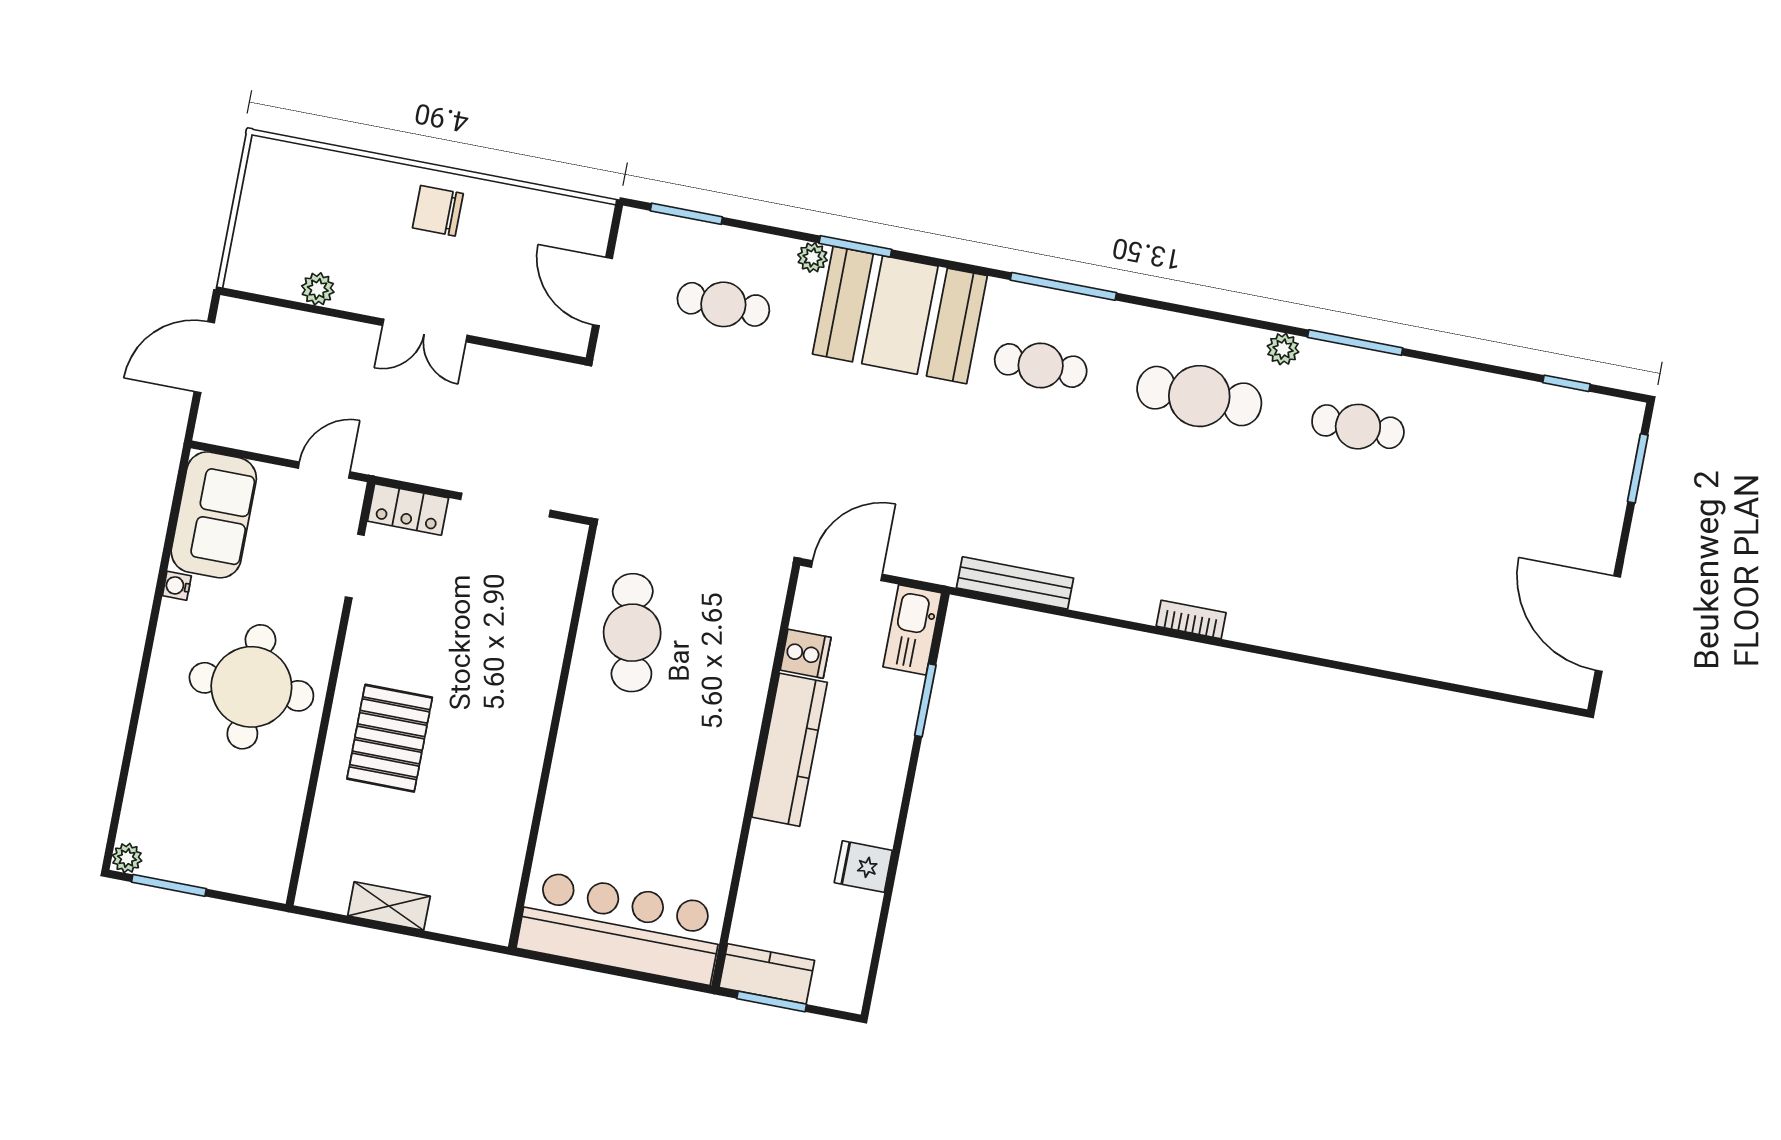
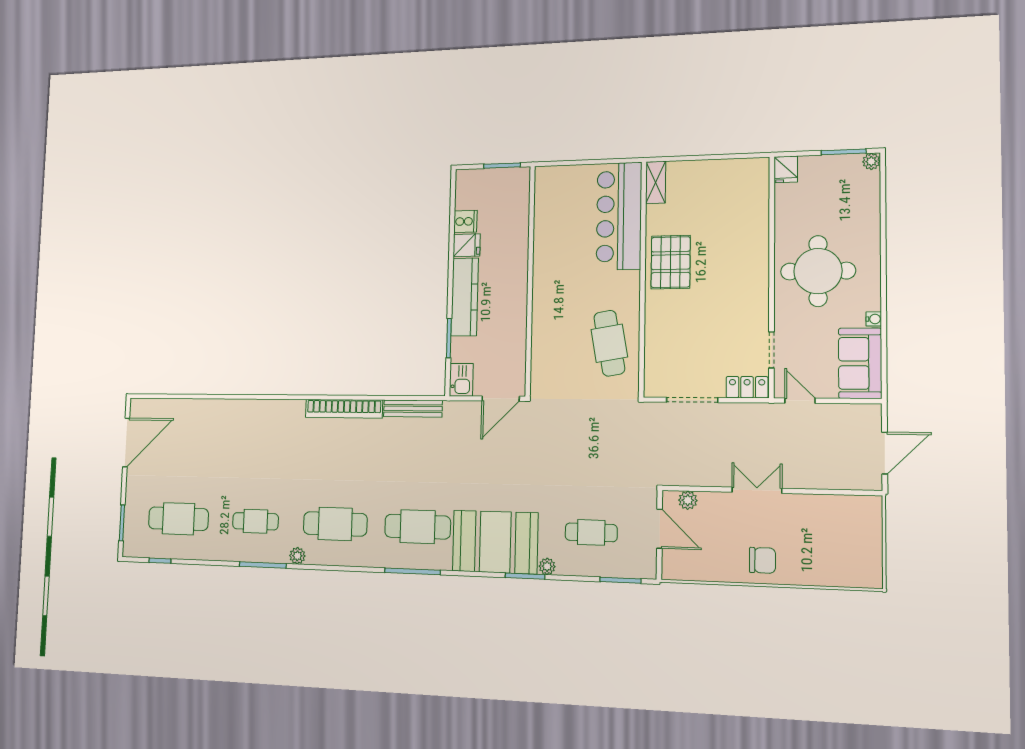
plant: (318, 289) -> (688, 500), moved
cafe table: (1041, 365) -> (418, 527), width x1.37, depth x1.35
cafe table: (1517, 457) -> (178, 519), added
door: (324, 470) -> (800, 401), swing flipped
bookcase: (1191, 619) -> (344, 409), width x2.31, depth x1.31
door: (1608, 624) -> (126, 442), hinge flipped
kitchen sink: (912, 630) -> (461, 380), width x0.73
cooker: (806, 654) -> (465, 221), moved, turned 180
pallet: (390, 738) -> (671, 262), moved
kitchen counter: (790, 750) -> (465, 297), moved, turned 180
fridge: (271, 877) -> (786, 169), added
shelving: (389, 906) -> (656, 182), moved, turned 90
bar counter: (621, 927) -> (619, 216), moved, turned 90
kitchen counter: (767, 974) -> (507, 179), removed

